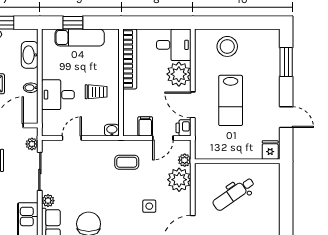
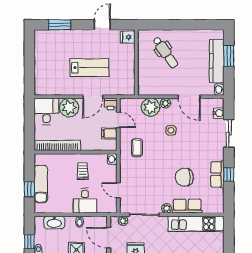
stool: (227, 46) -> (48, 70), removed
plant: (185, 160) -> (166, 103), moved
dental chair: (234, 194) -> (165, 52), moved

